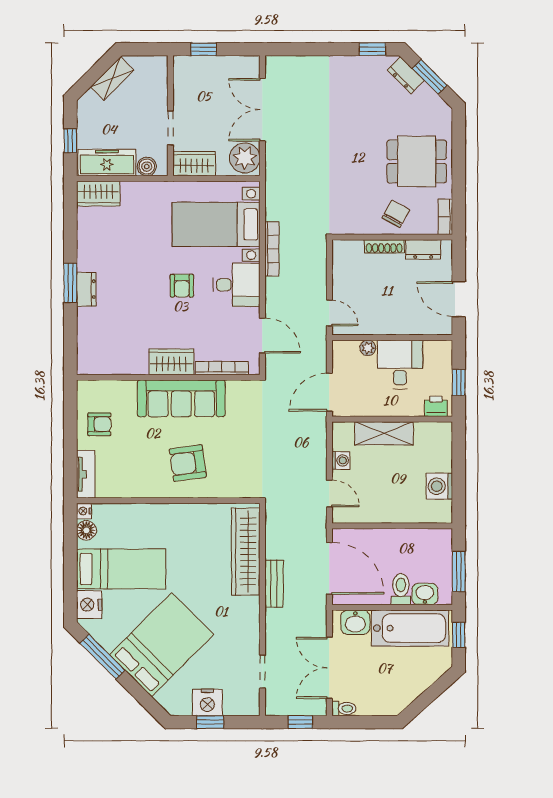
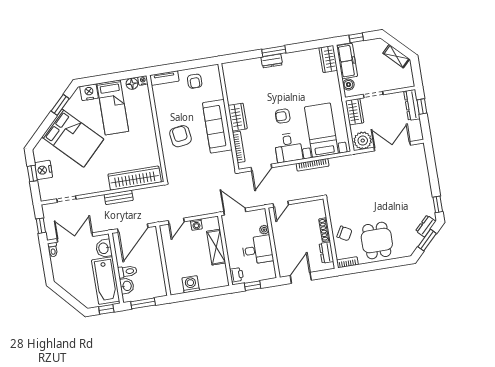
dresser: (198, 65) -> (412, 105), added
window: (102, 657) -> (60, 105), width x0.69

